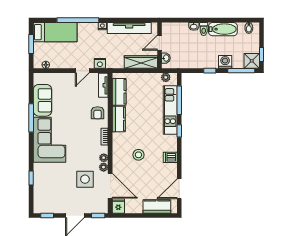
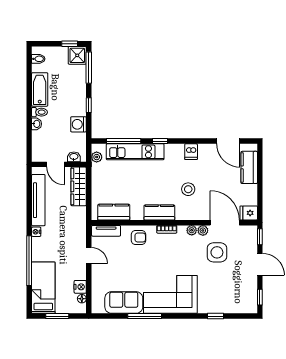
washing machine: (225, 62) -> (78, 124), moved
nightstand: (100, 63) -> (80, 287), moved
kitchen counter: (119, 119) -> (159, 213), moved
door: (110, 186) -> (225, 223), hinge flipped

